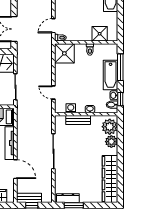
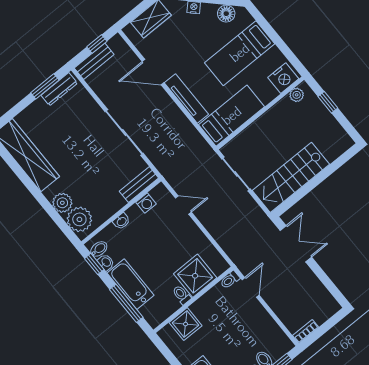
shower: (64, 53) -> (195, 276), moved
bench: (78, 120) -> (139, 185), moved
bench: (29, 198) -> (94, 61), moved

